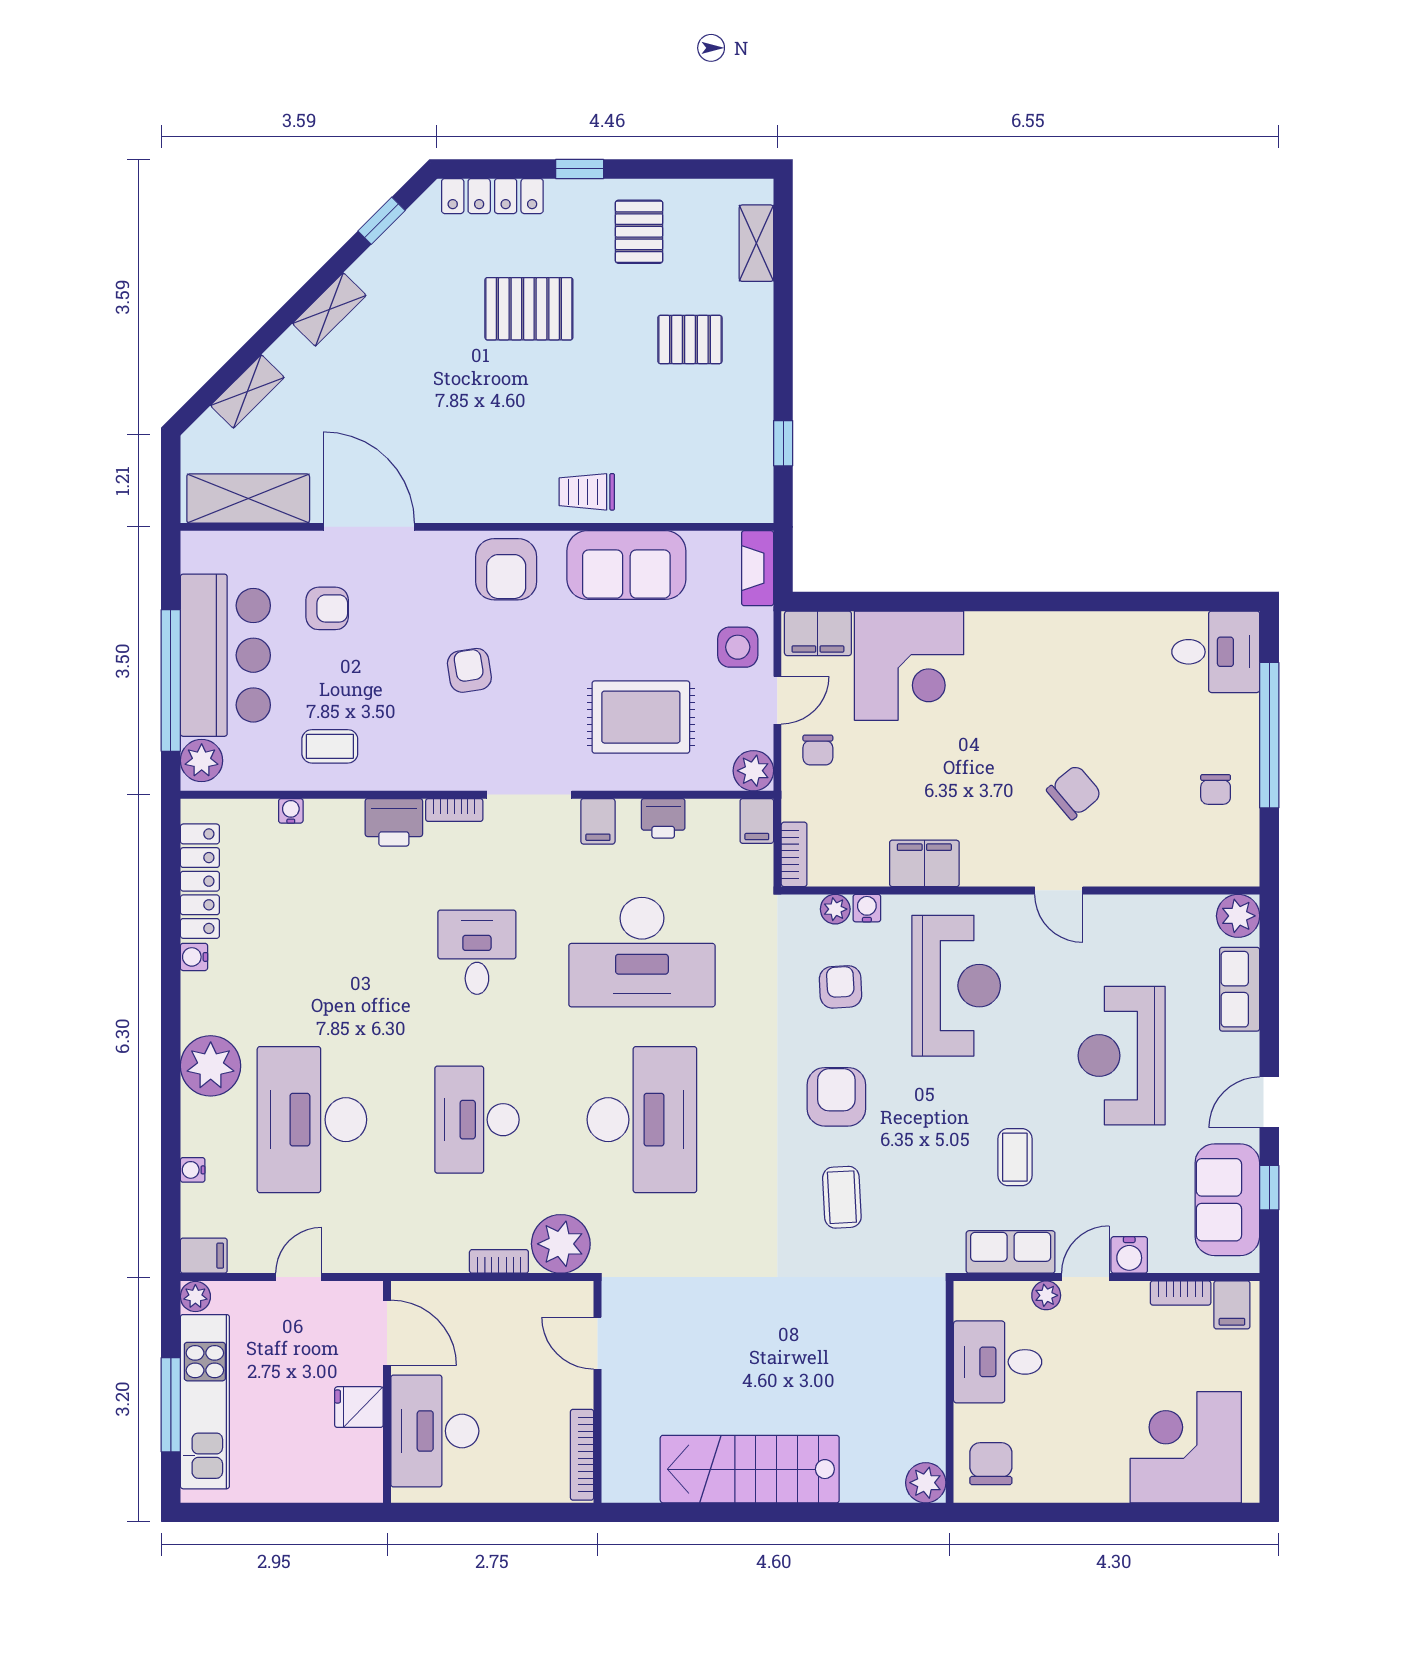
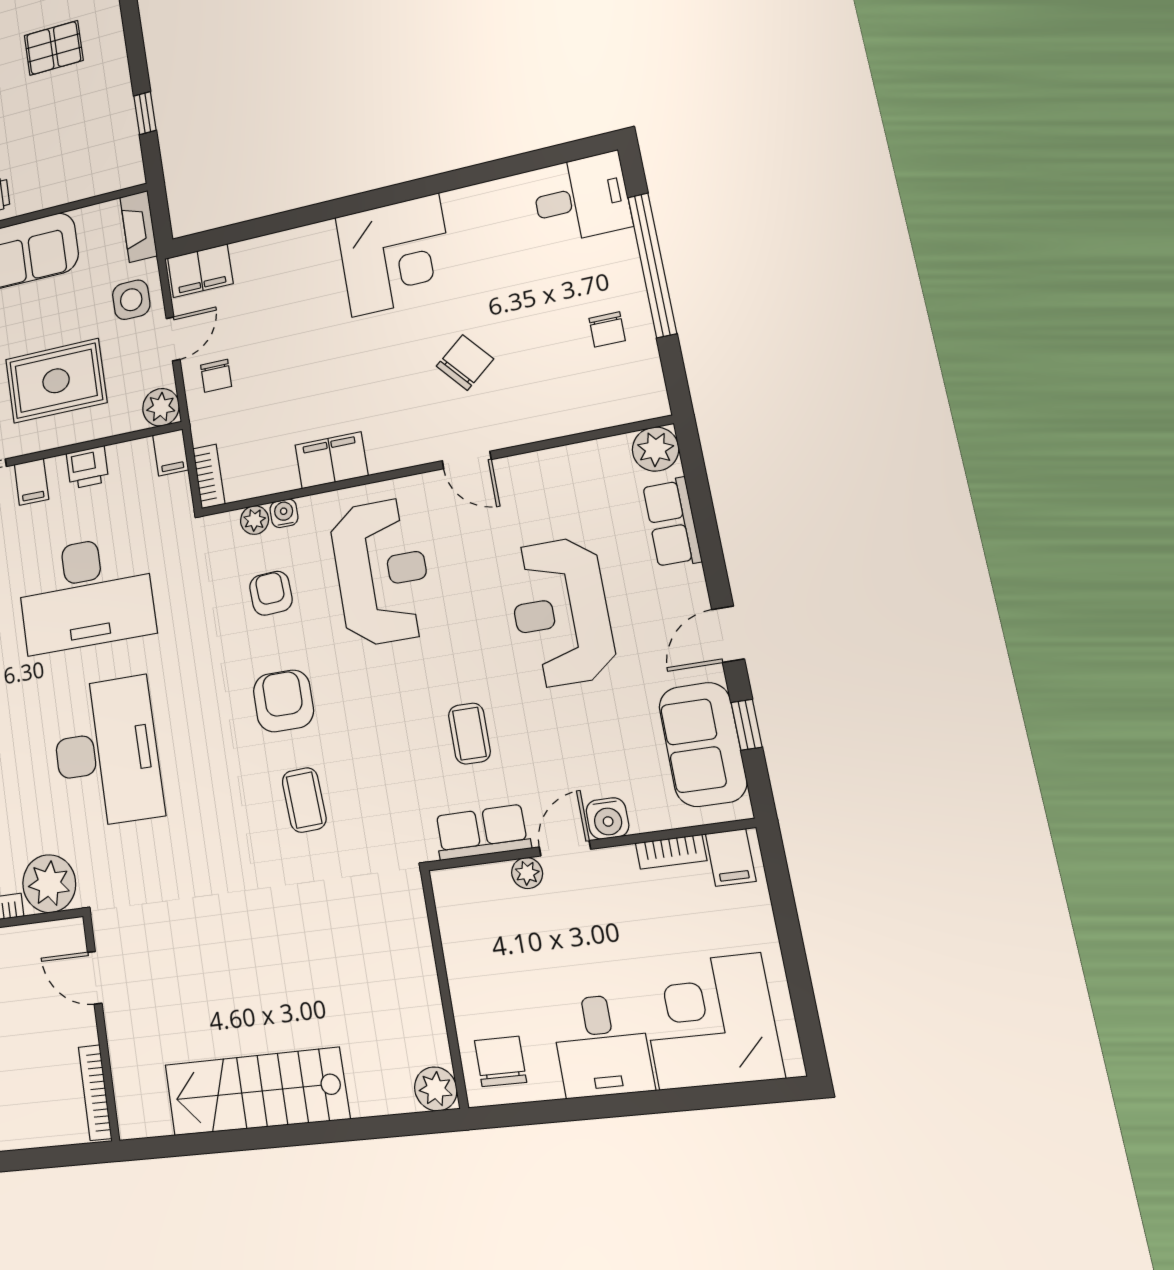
corner desk: (909, 666) -> (395, 255), moved
desk: (998, 1362) -> (602, 1046), moved, turned -90

